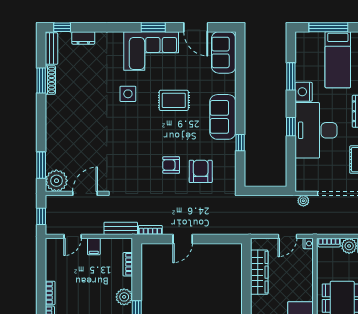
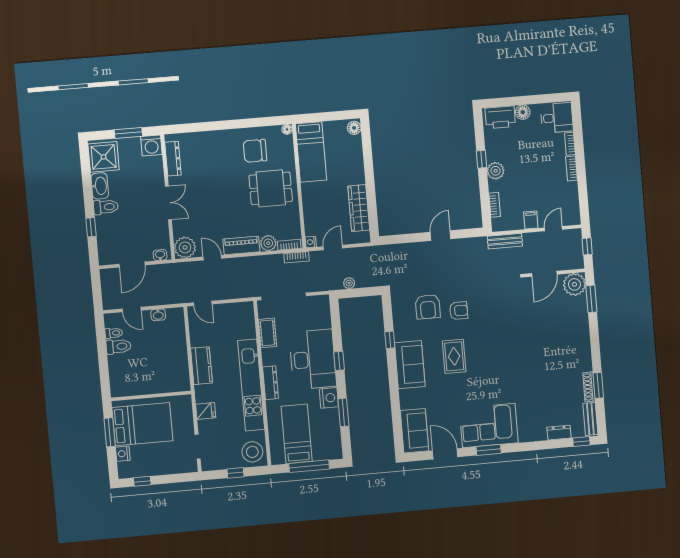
side table: (128, 94) -> (509, 380), removed
rug: (174, 100) -> (454, 356), moved, turned 90
plant: (303, 201) -> (349, 283), moved
bookcase: (150, 230) -> (296, 257), moved

